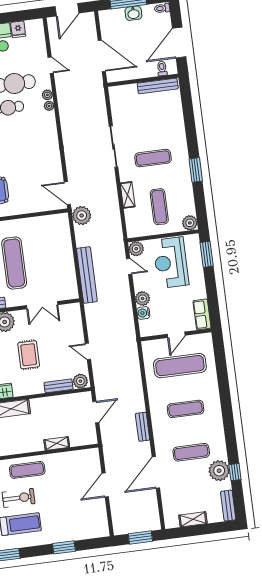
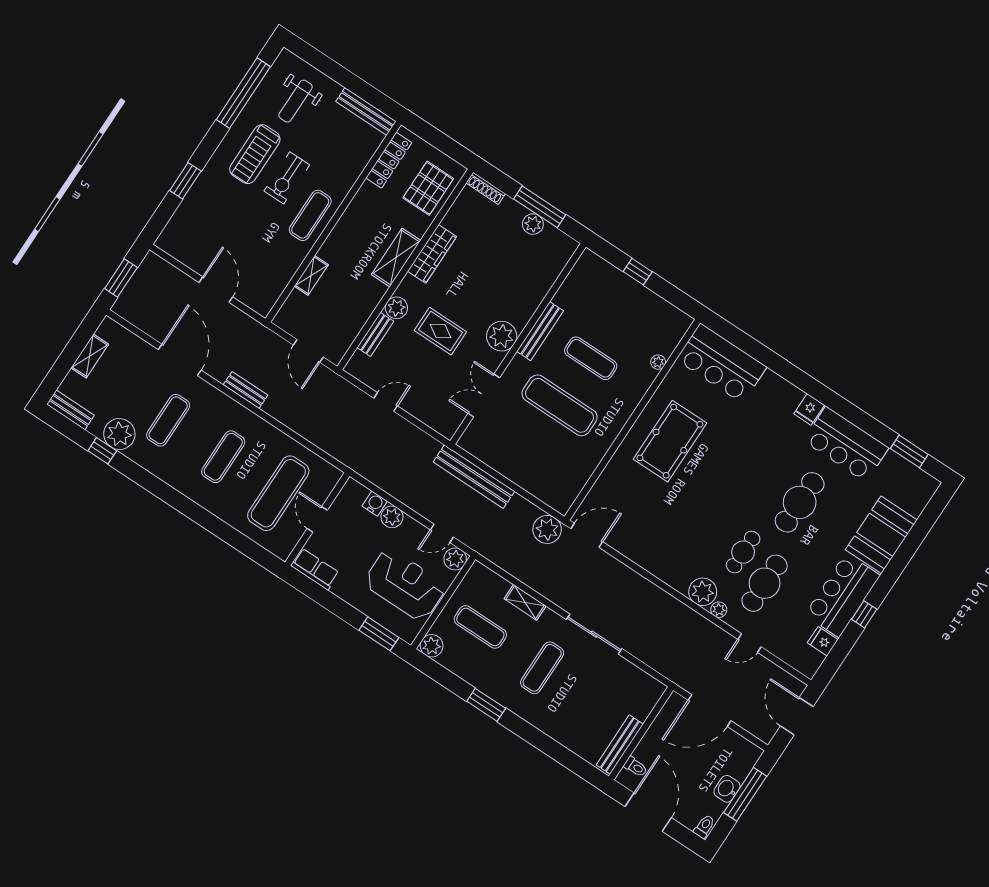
plant: (49, 106) -> (703, 592), width x1.87, depth x1.87
plant: (80, 381) -> (396, 308), moved

